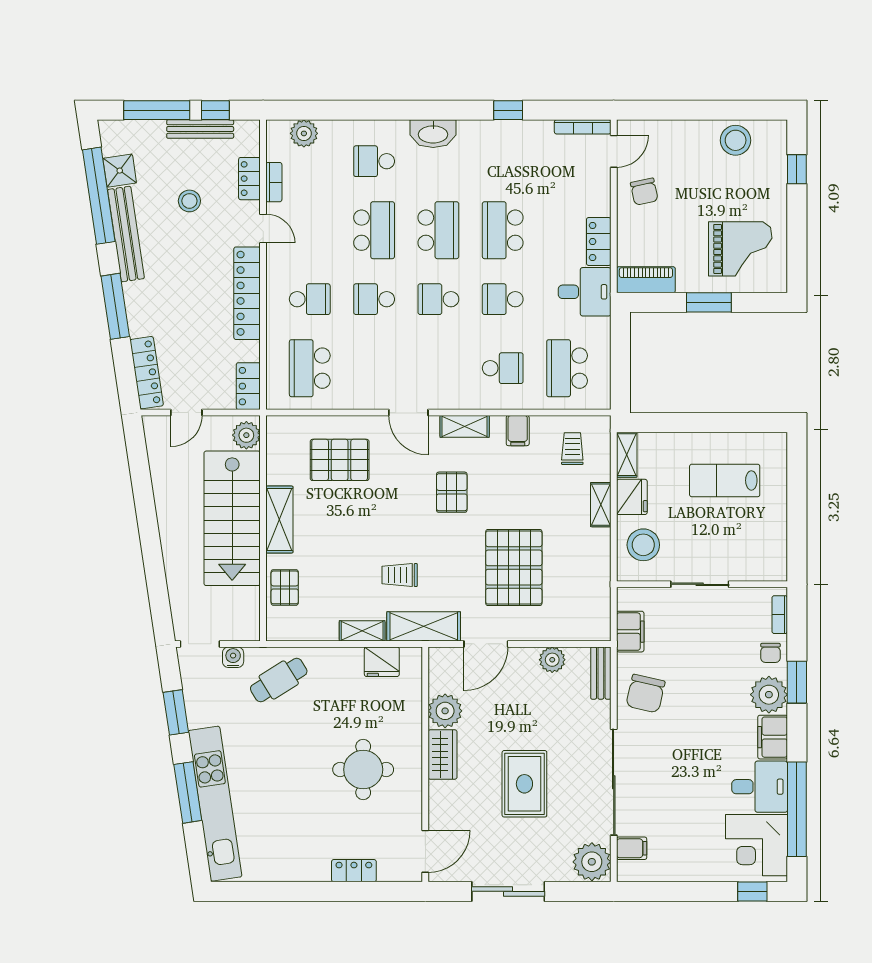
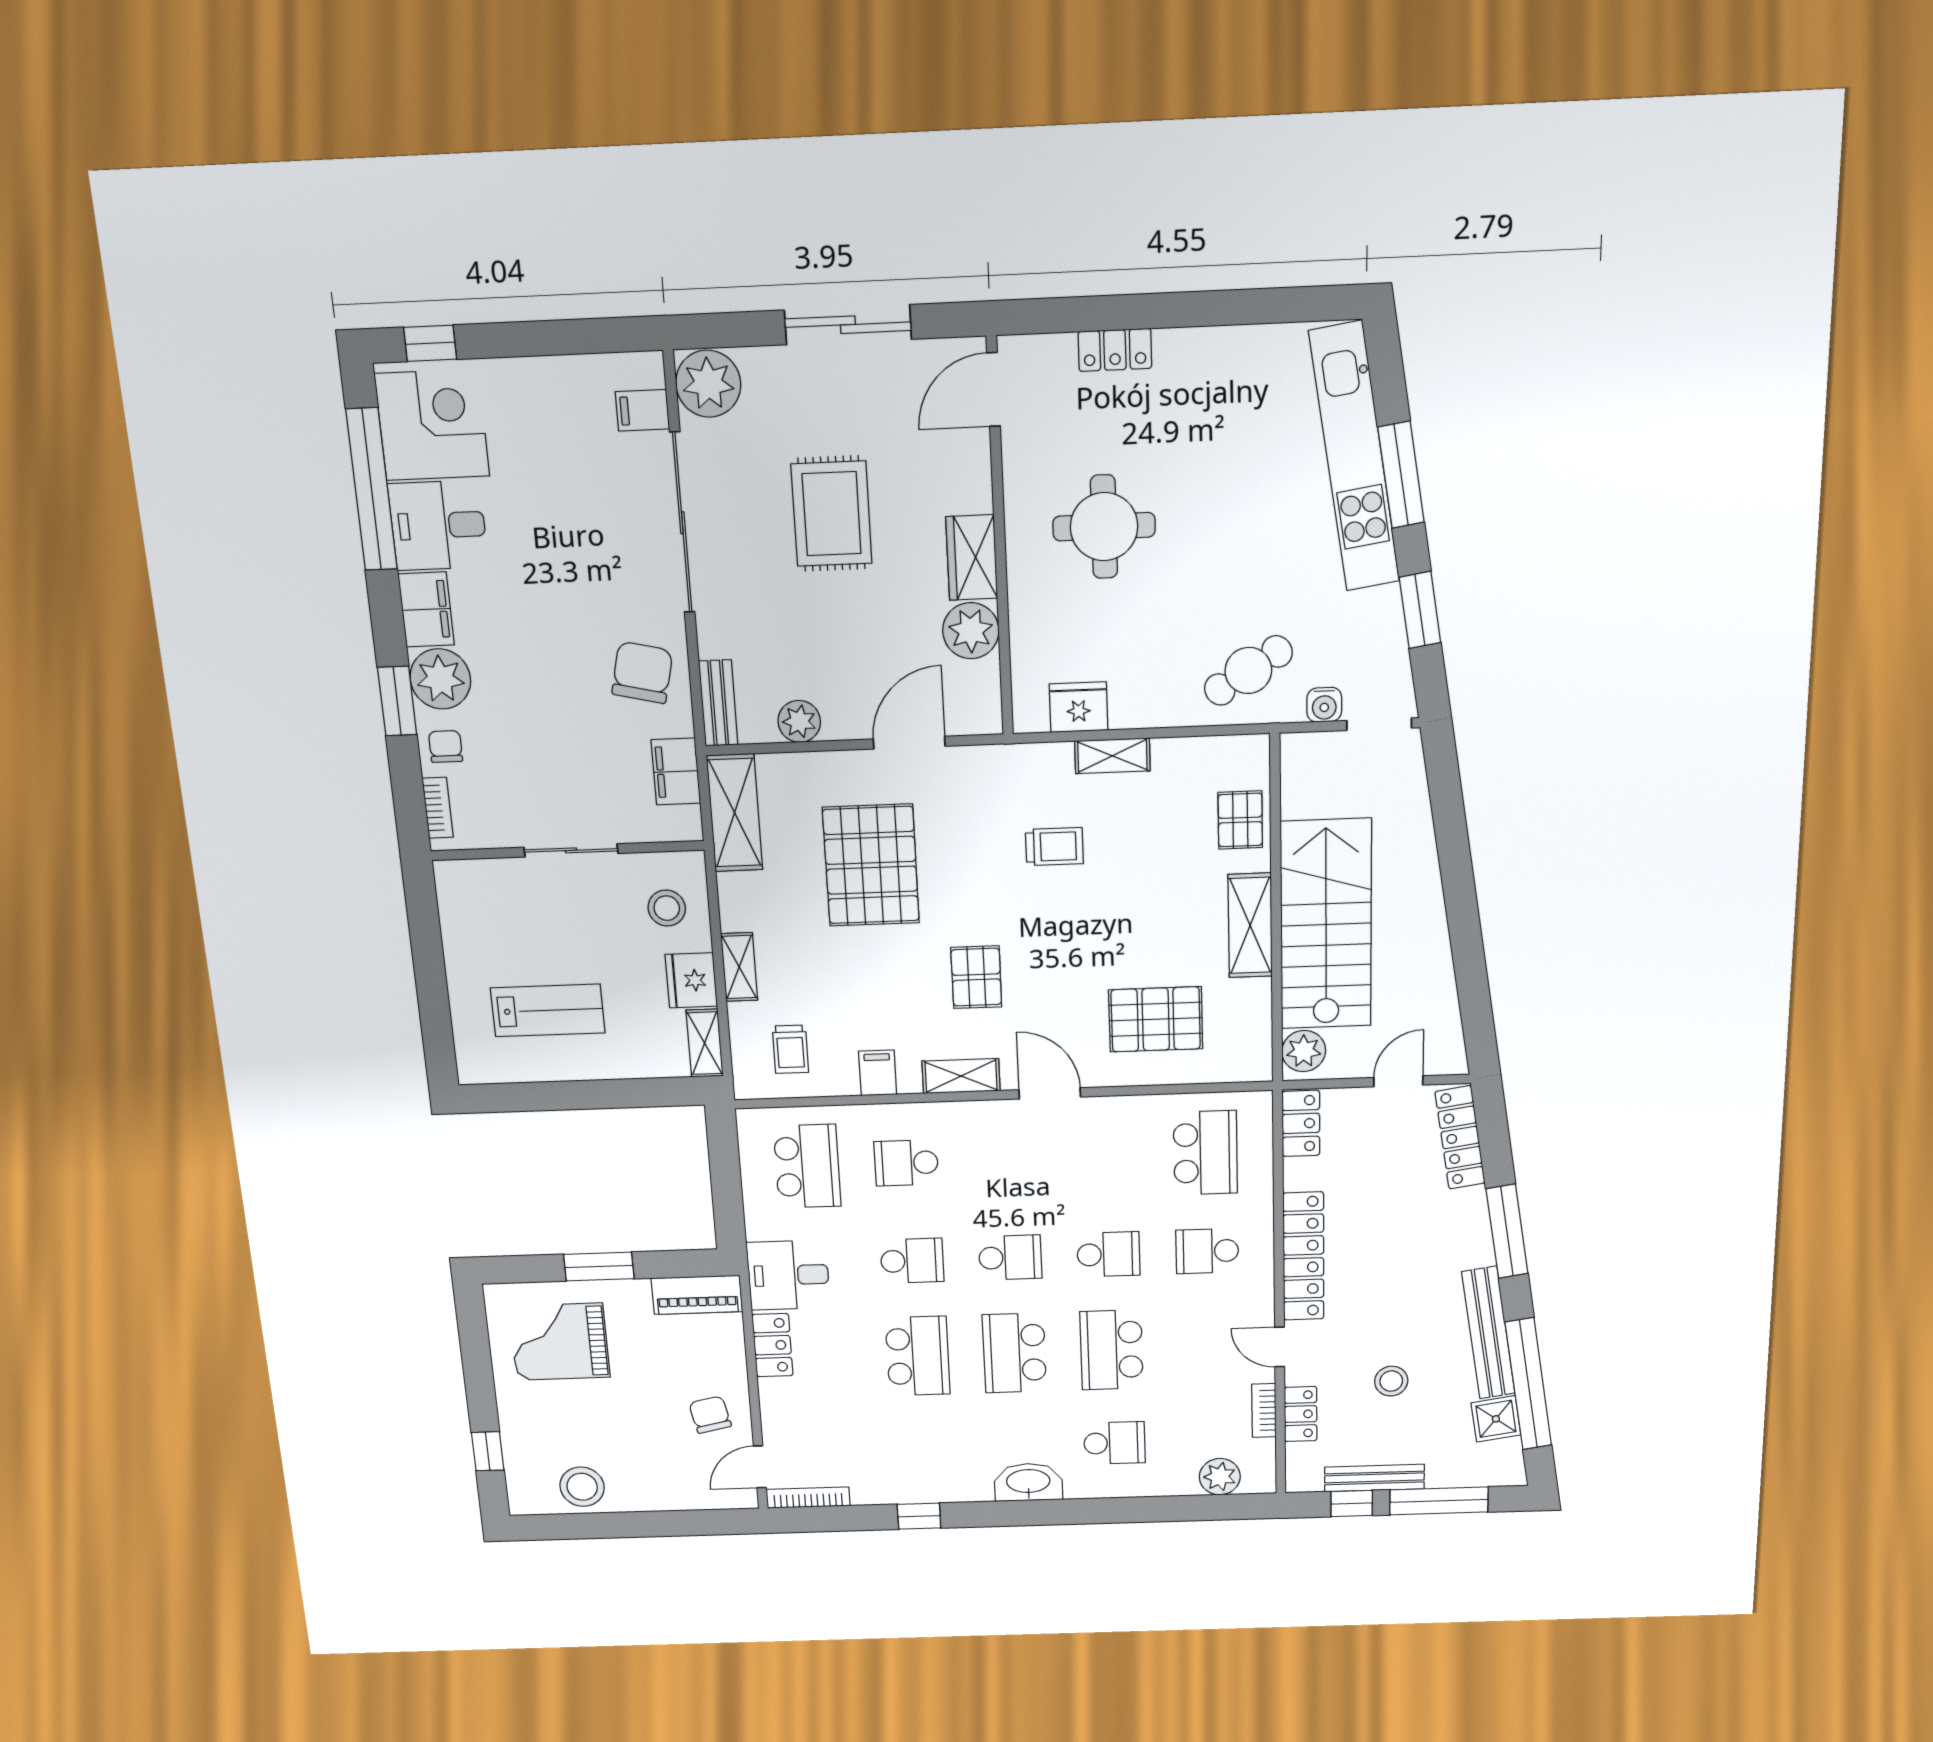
stool: (643, 545) -> (667, 908), width x0.73, depth x0.73
shelving: (424, 626) -> (735, 813), moved, turned 90

